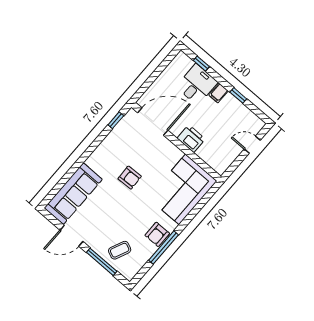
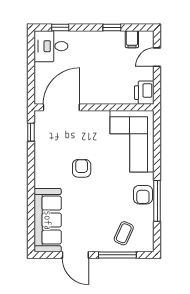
desk: (197, 84) -> (51, 46), moved, turned -90
filing cabinet: (219, 93) -> (132, 39), moved
printer: (191, 139) -> (144, 93), moved, turned -90
armchair: (130, 178) -> (82, 168), turned -88
door: (71, 236) -> (75, 255), hinge flipped

